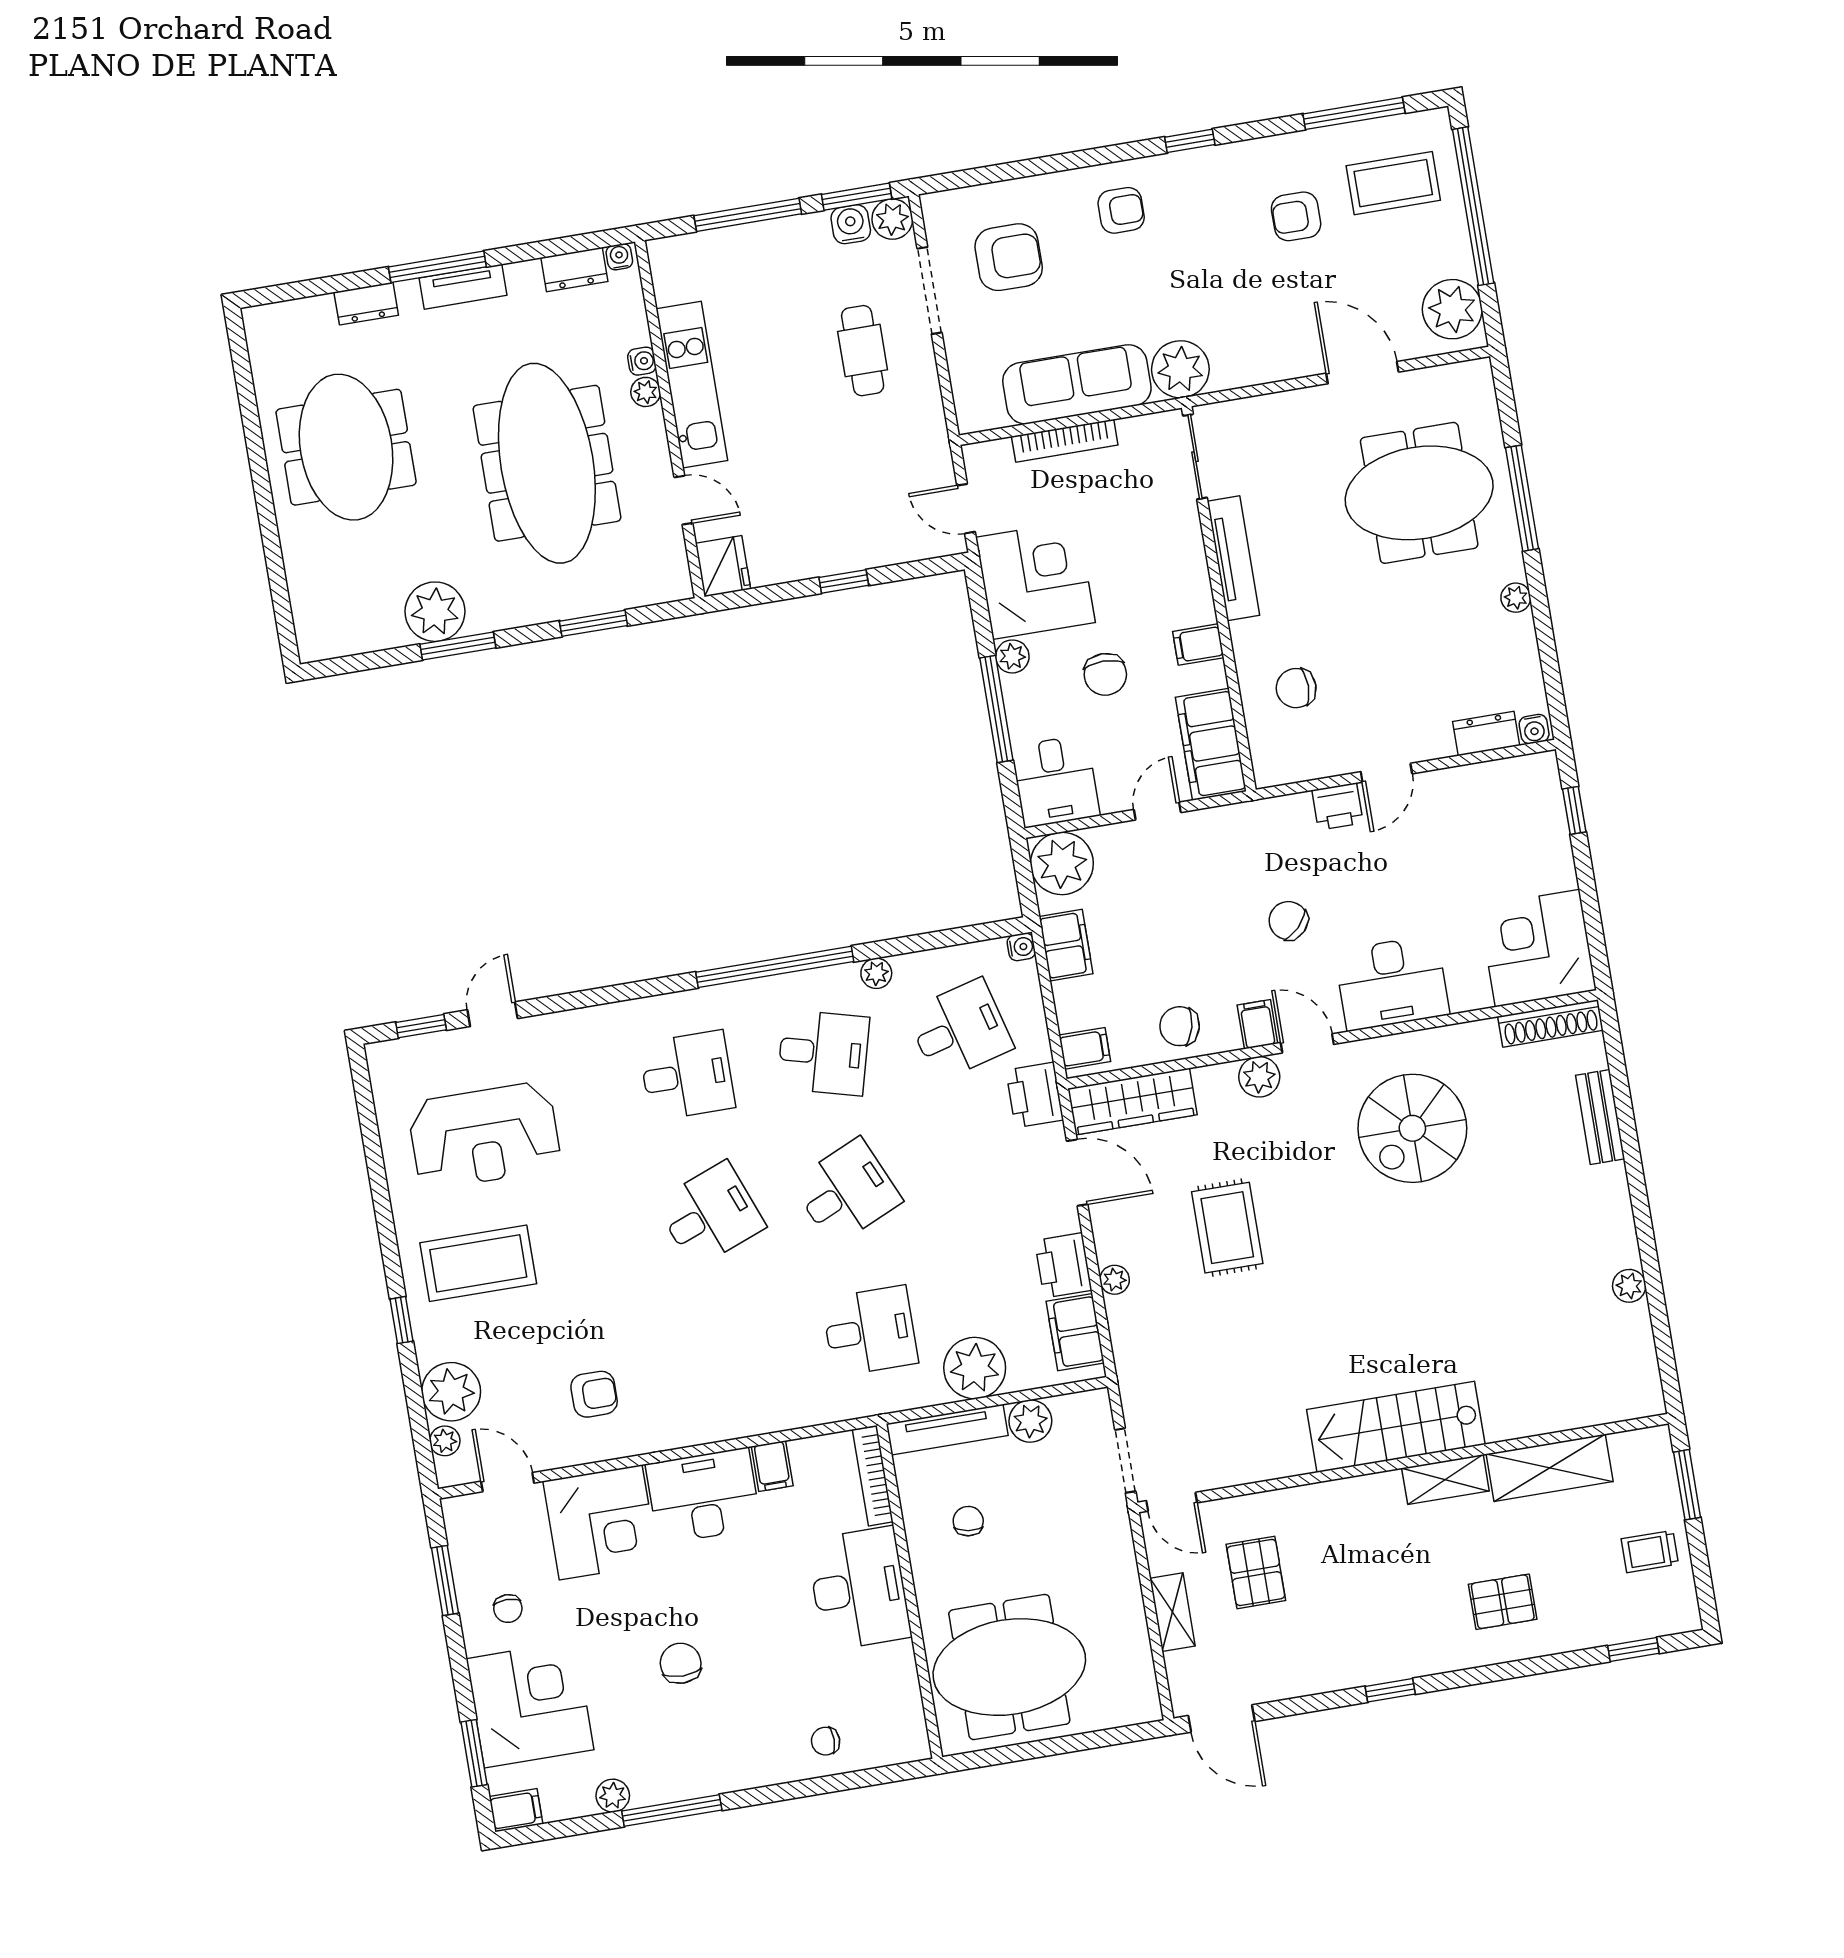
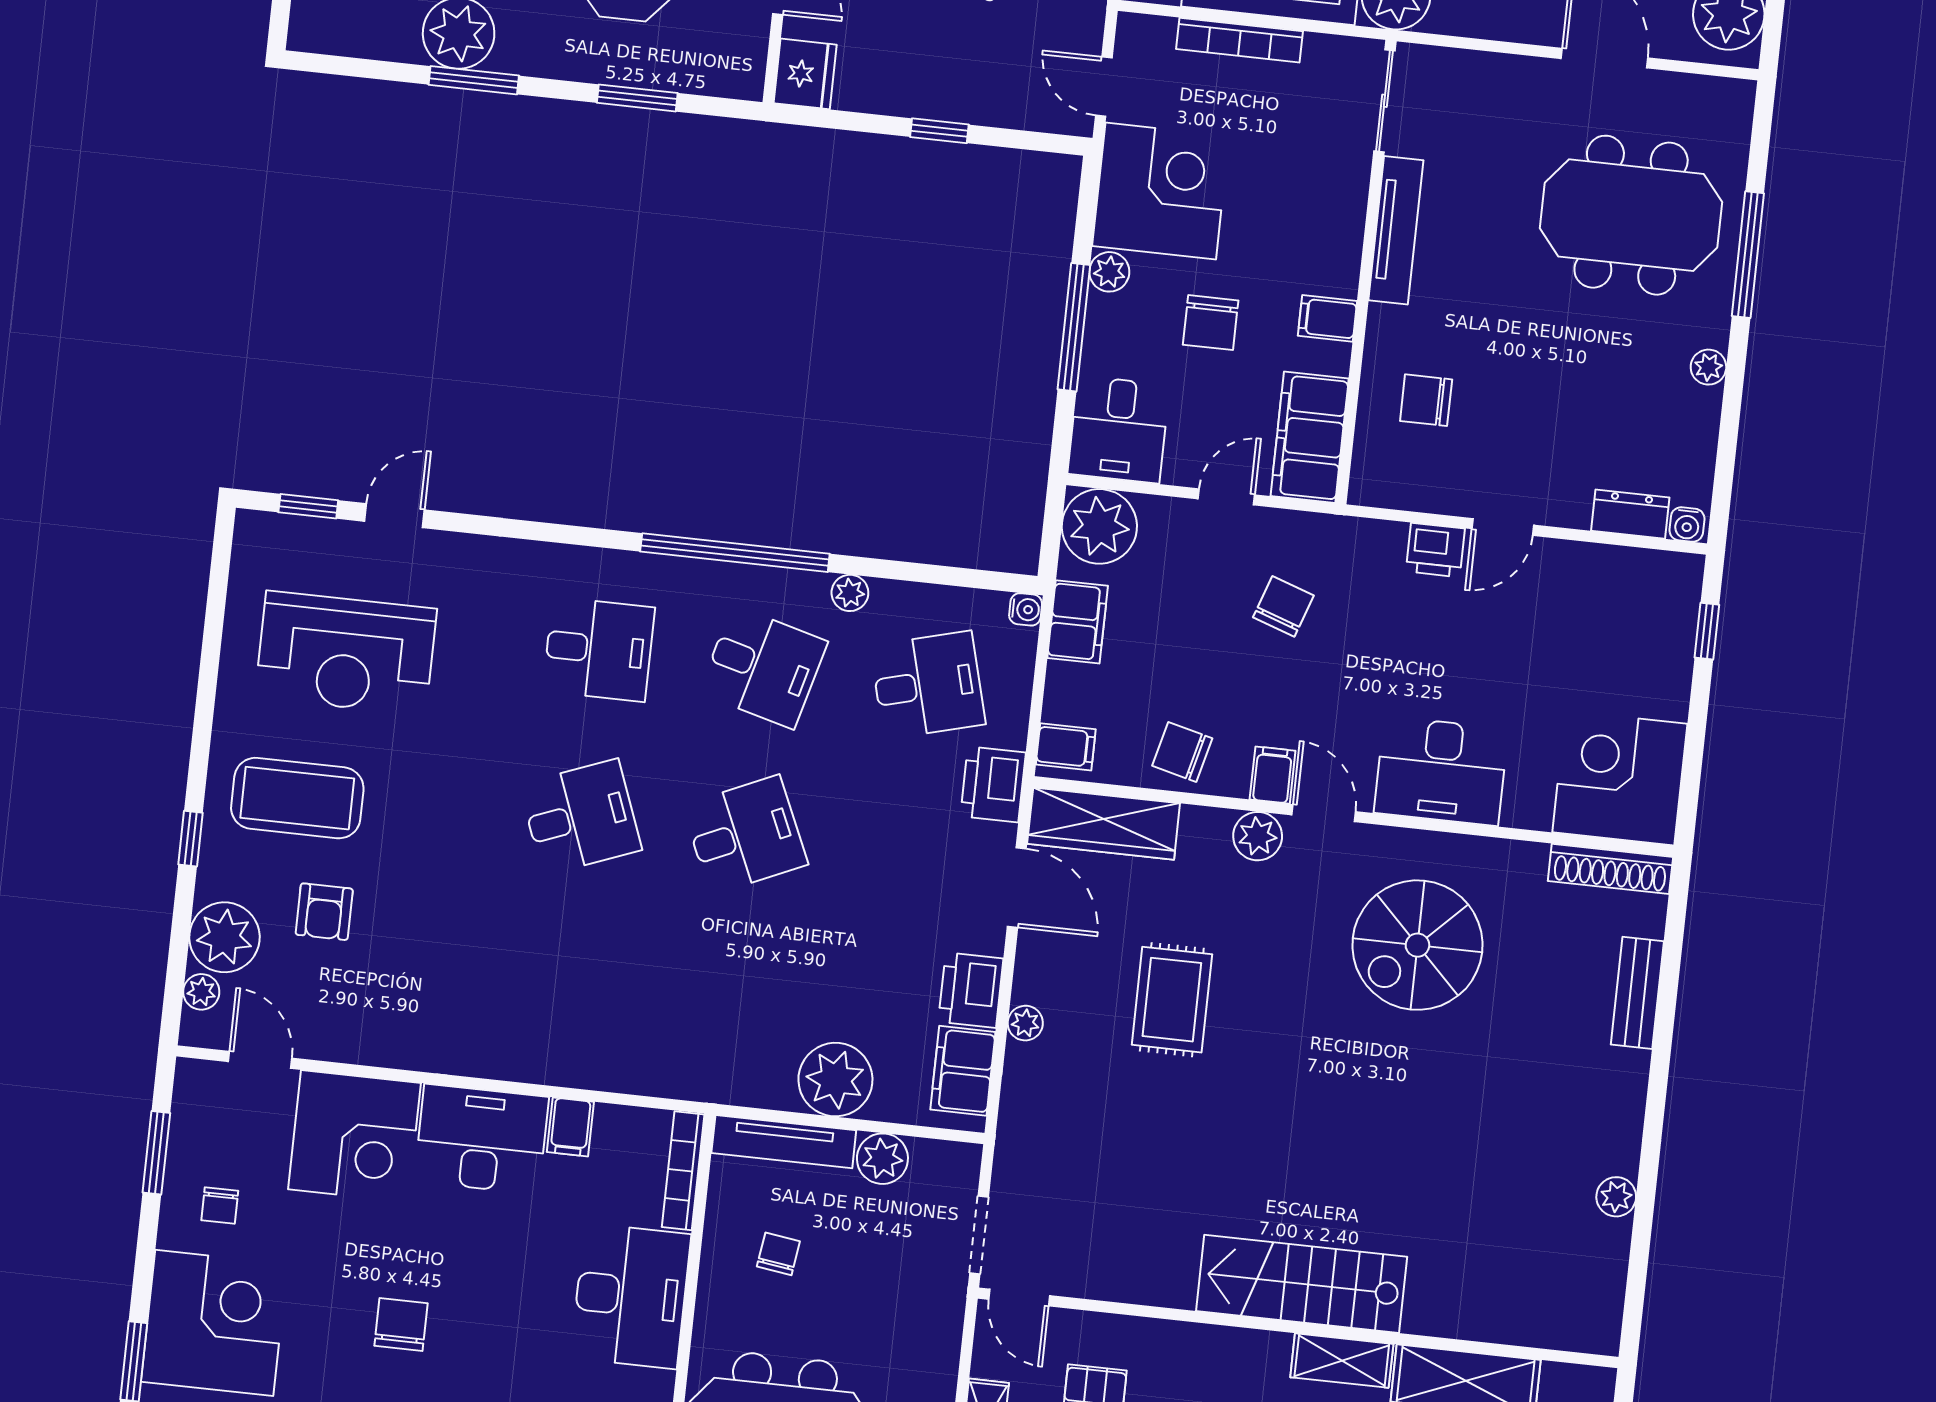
chair: (1288, 921) -> (1283, 606), moved, turned 65
desk: (870, 1331) -> (727, 1003), removed
armchair: (594, 1394) -> (324, 912), moved, turned 90

